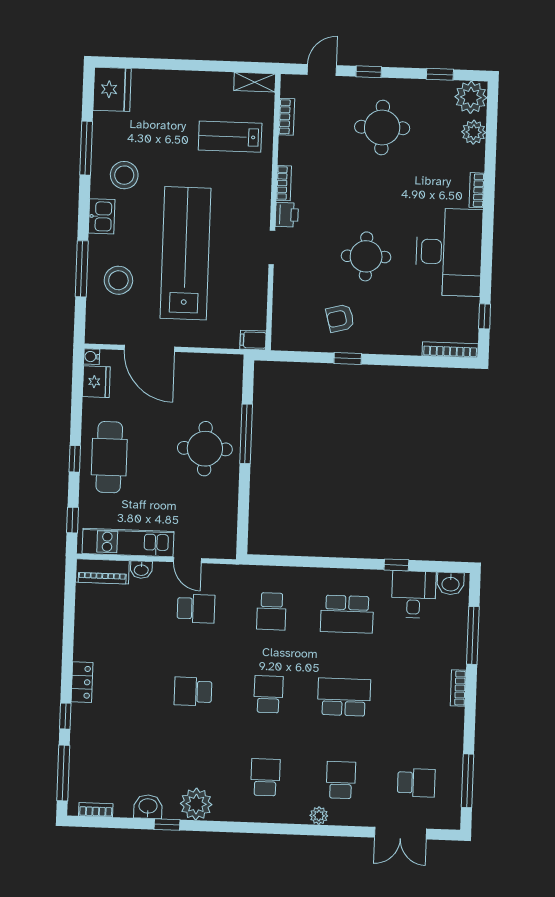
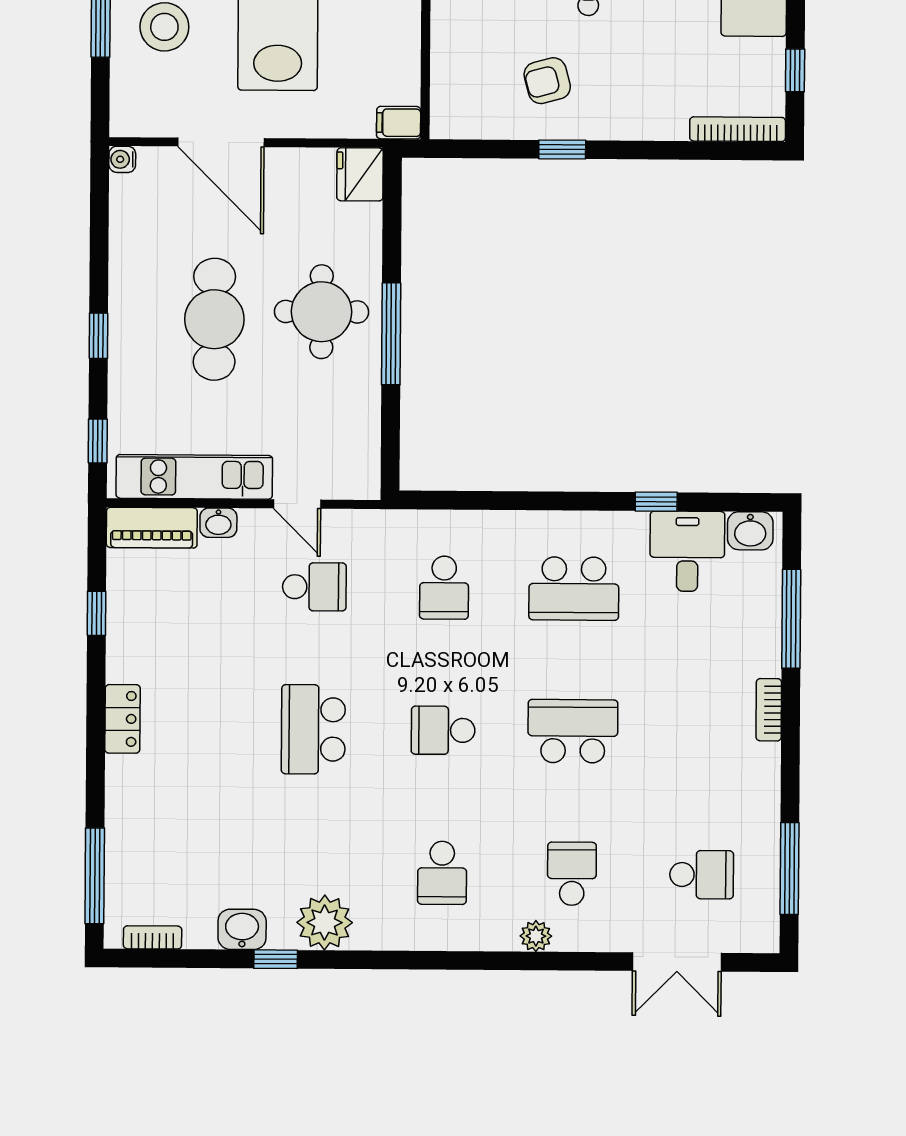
fridge: (96, 382) -> (360, 174), moved, turned 180
window: (246, 434) -> (391, 334), moved
cafe table: (109, 457) -> (214, 319), moved
school desk: (193, 691) -> (313, 729), width x1.85
school desk: (268, 694) -> (443, 730), turned -90
window: (65, 716) -> (97, 613), moved
school desk: (265, 777) -> (442, 873), turned 180

